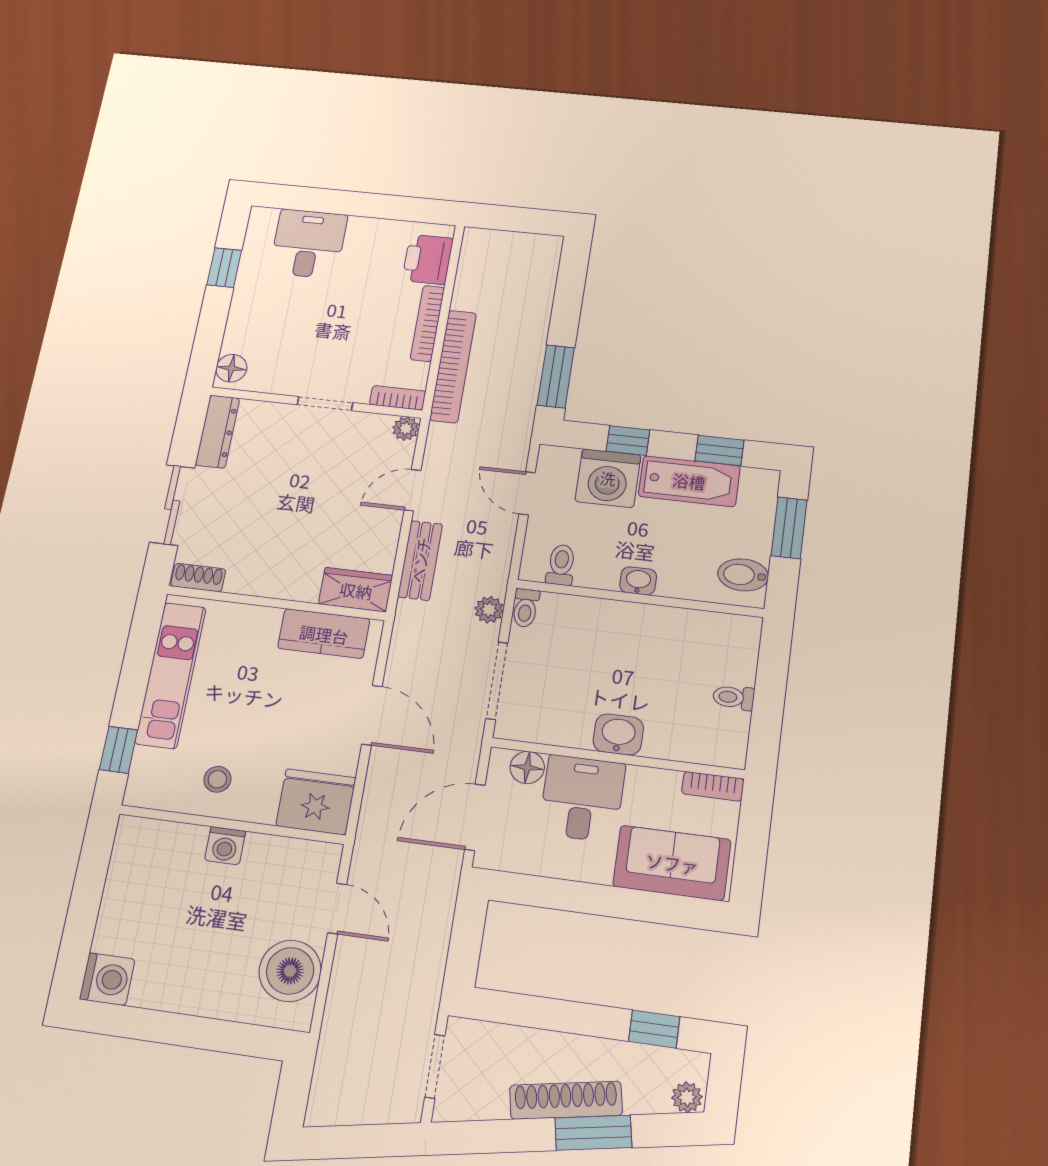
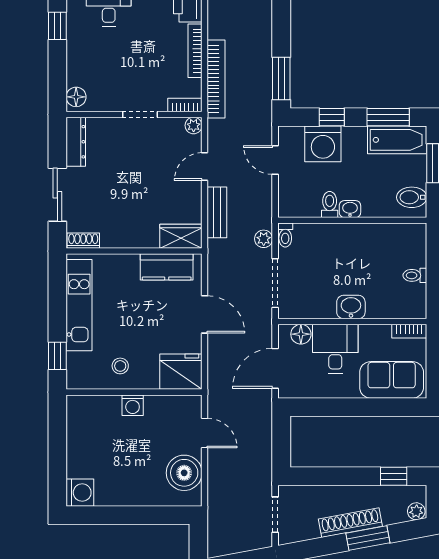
window: (719, 450) -> (388, 117), width x1.50
bathtub: (689, 481) -> (397, 140), moved
toilet: (561, 565) -> (330, 204), moved

